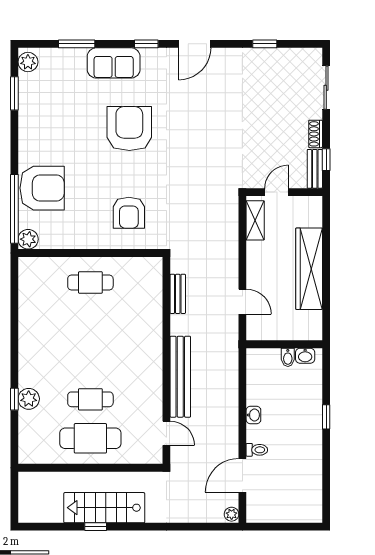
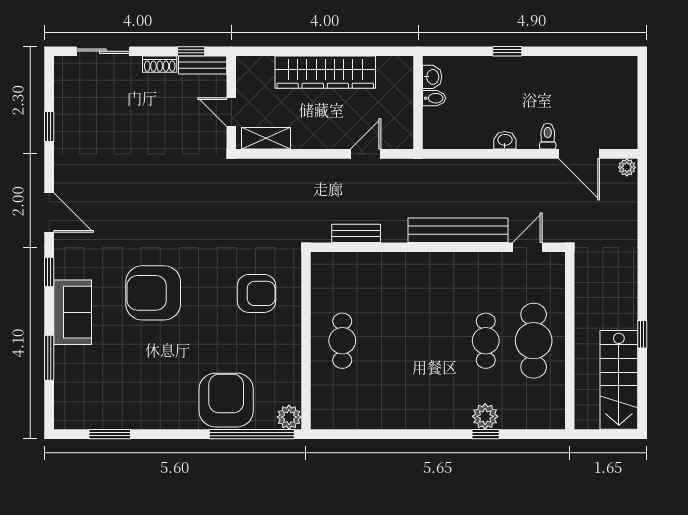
plant: (28, 62) -> (71, 417), removed
stairs: (104, 508) -> (619, 380), moved

